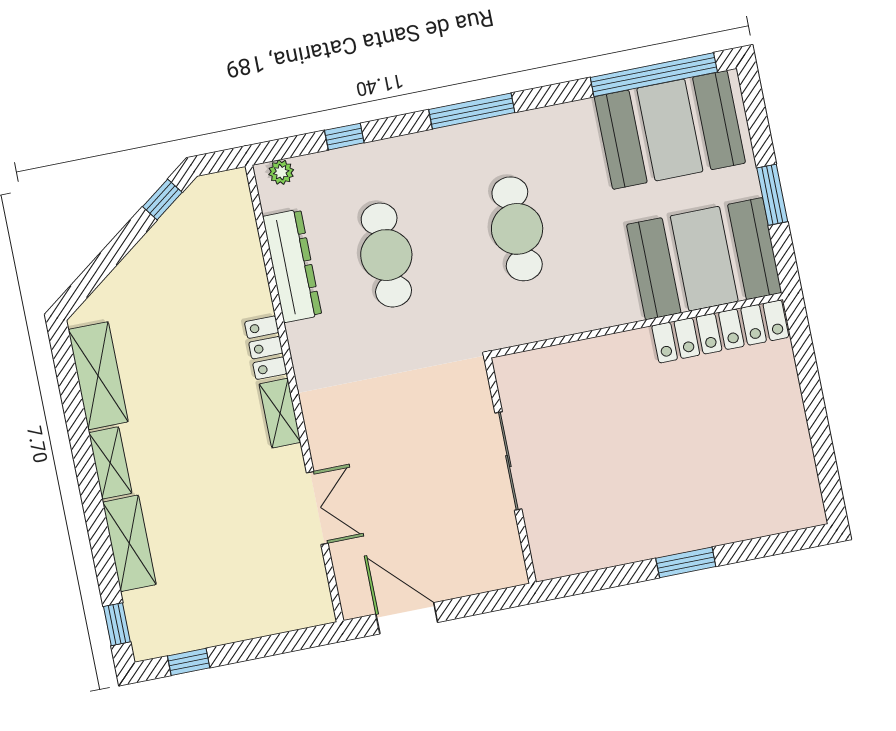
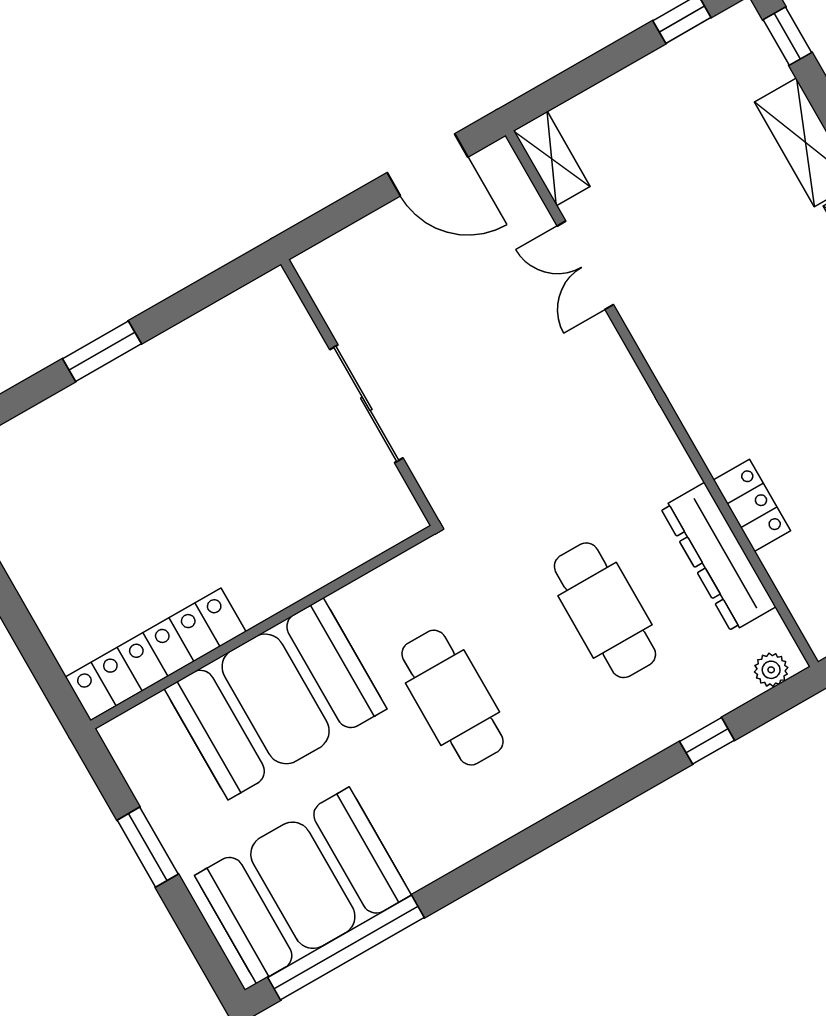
window: (472, 111) -> (558, 826), removed
booth: (704, 259) -> (276, 699), moved
locker: (266, 348) -> (752, 505), moved
shelving: (280, 413) -> (552, 159), moved

